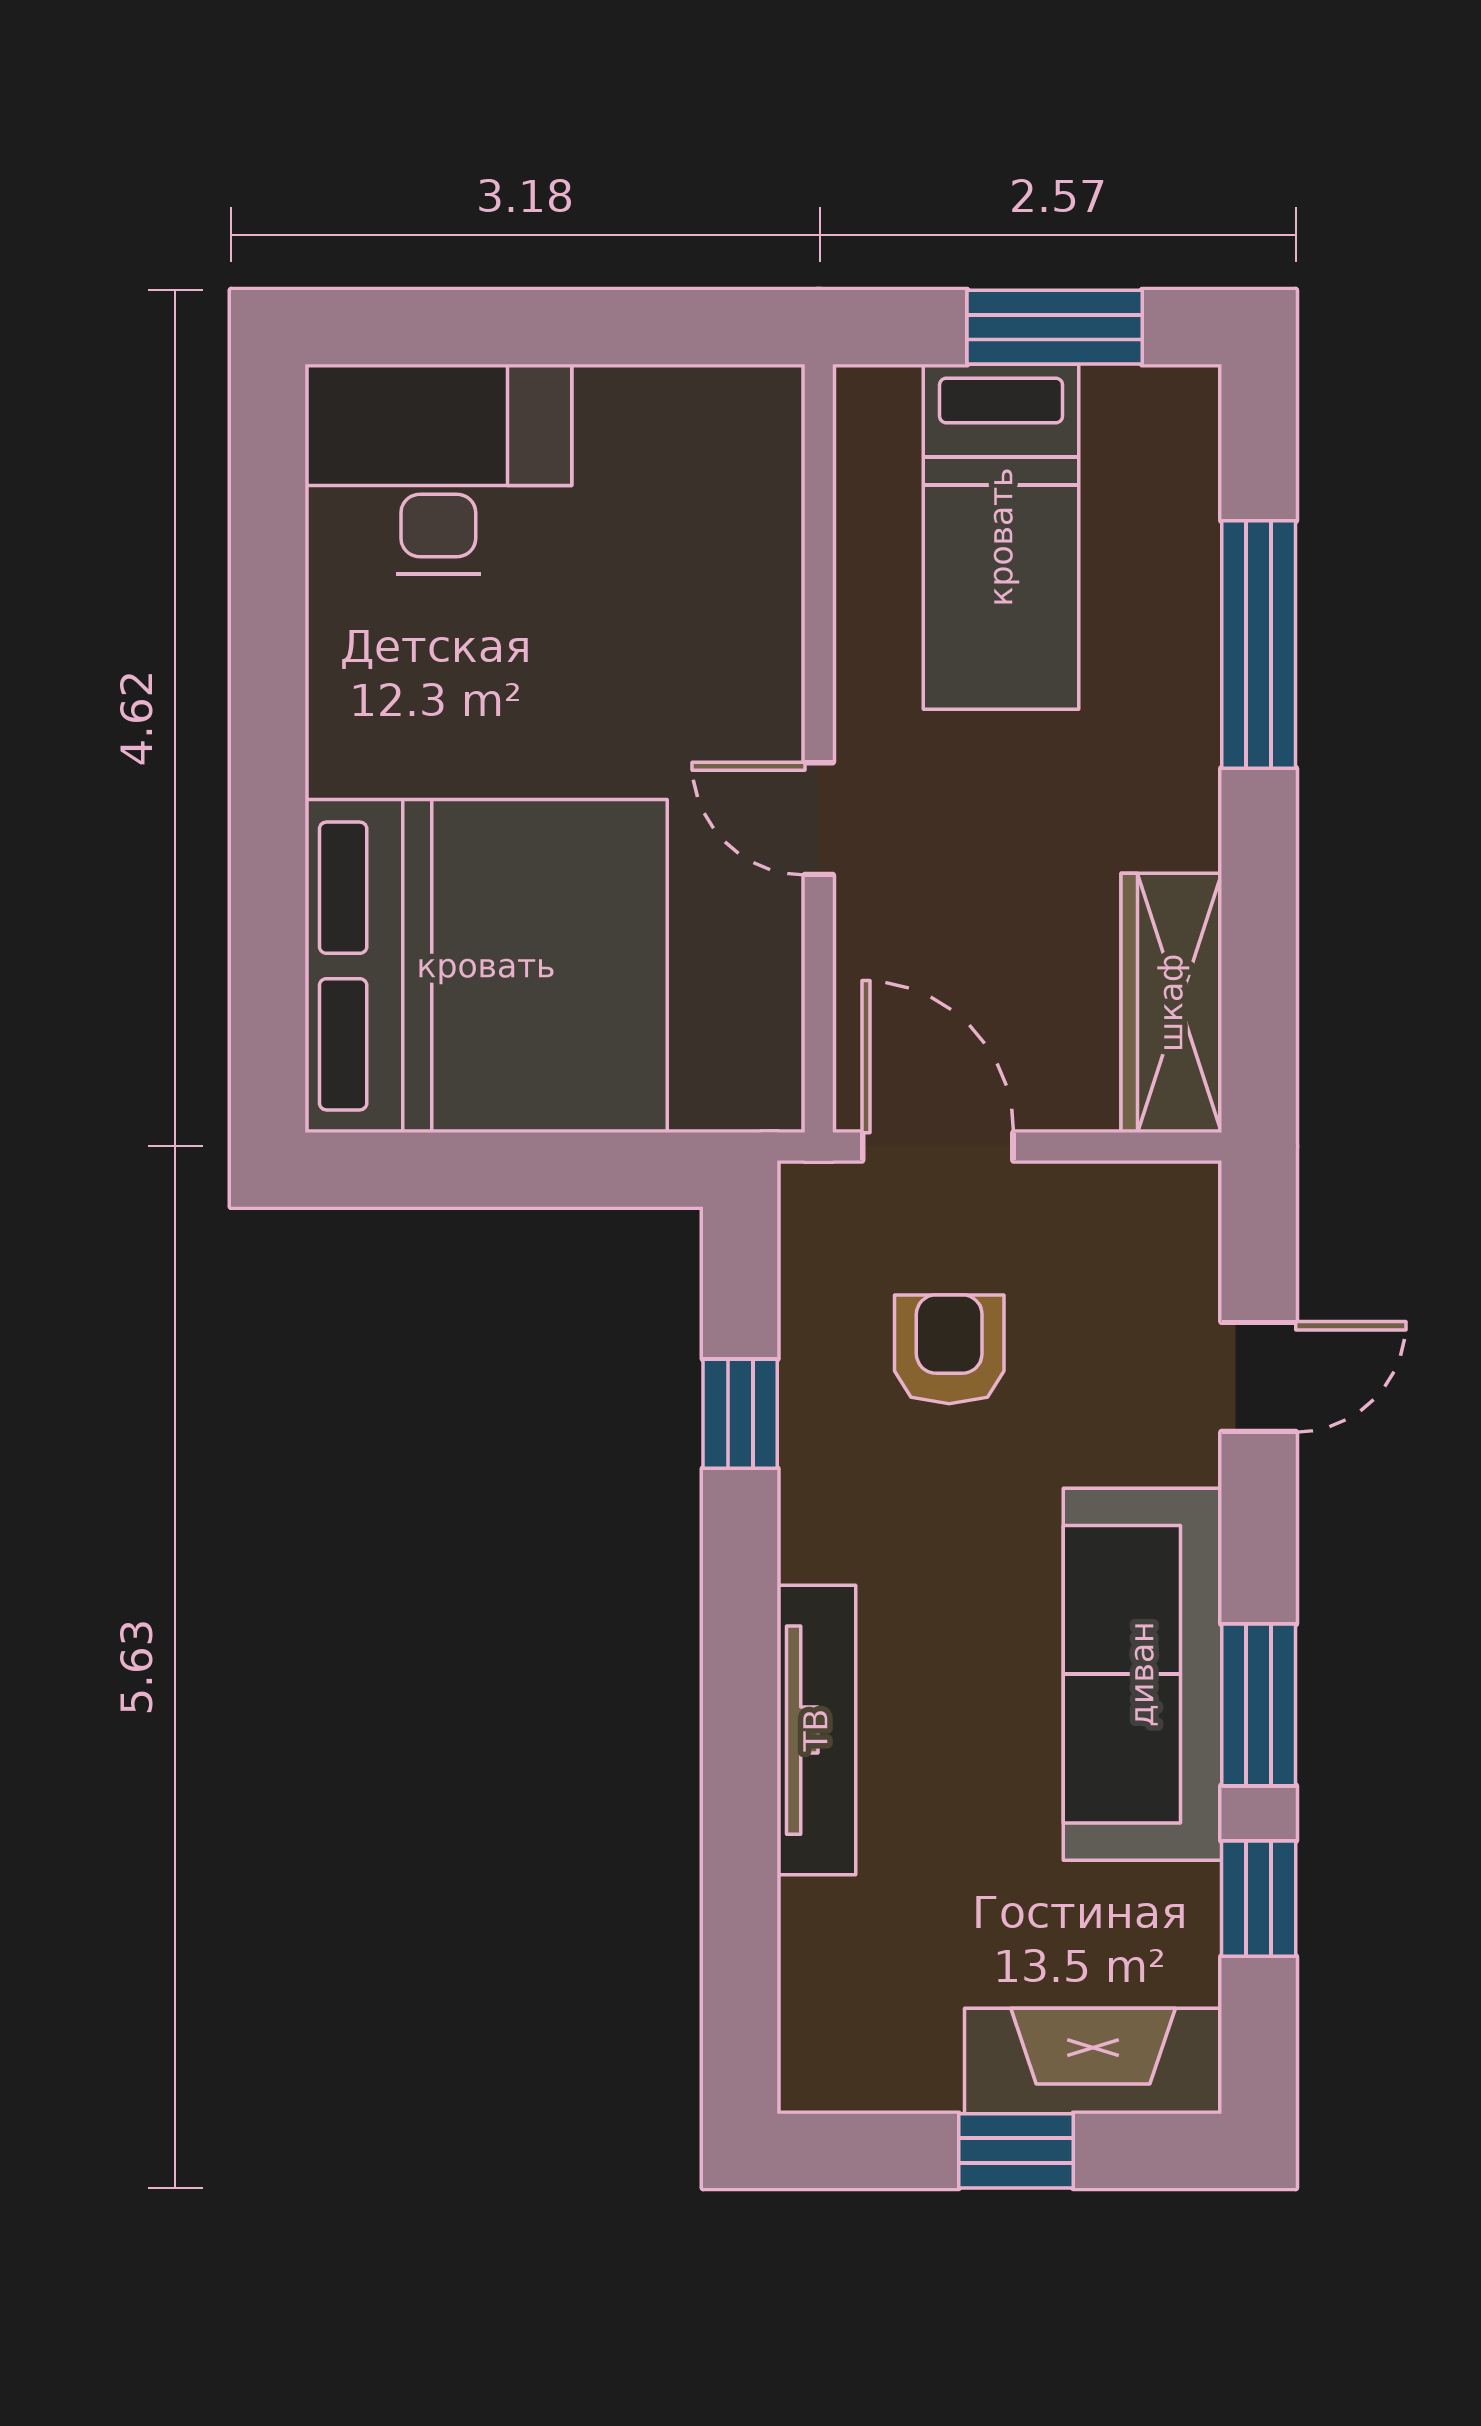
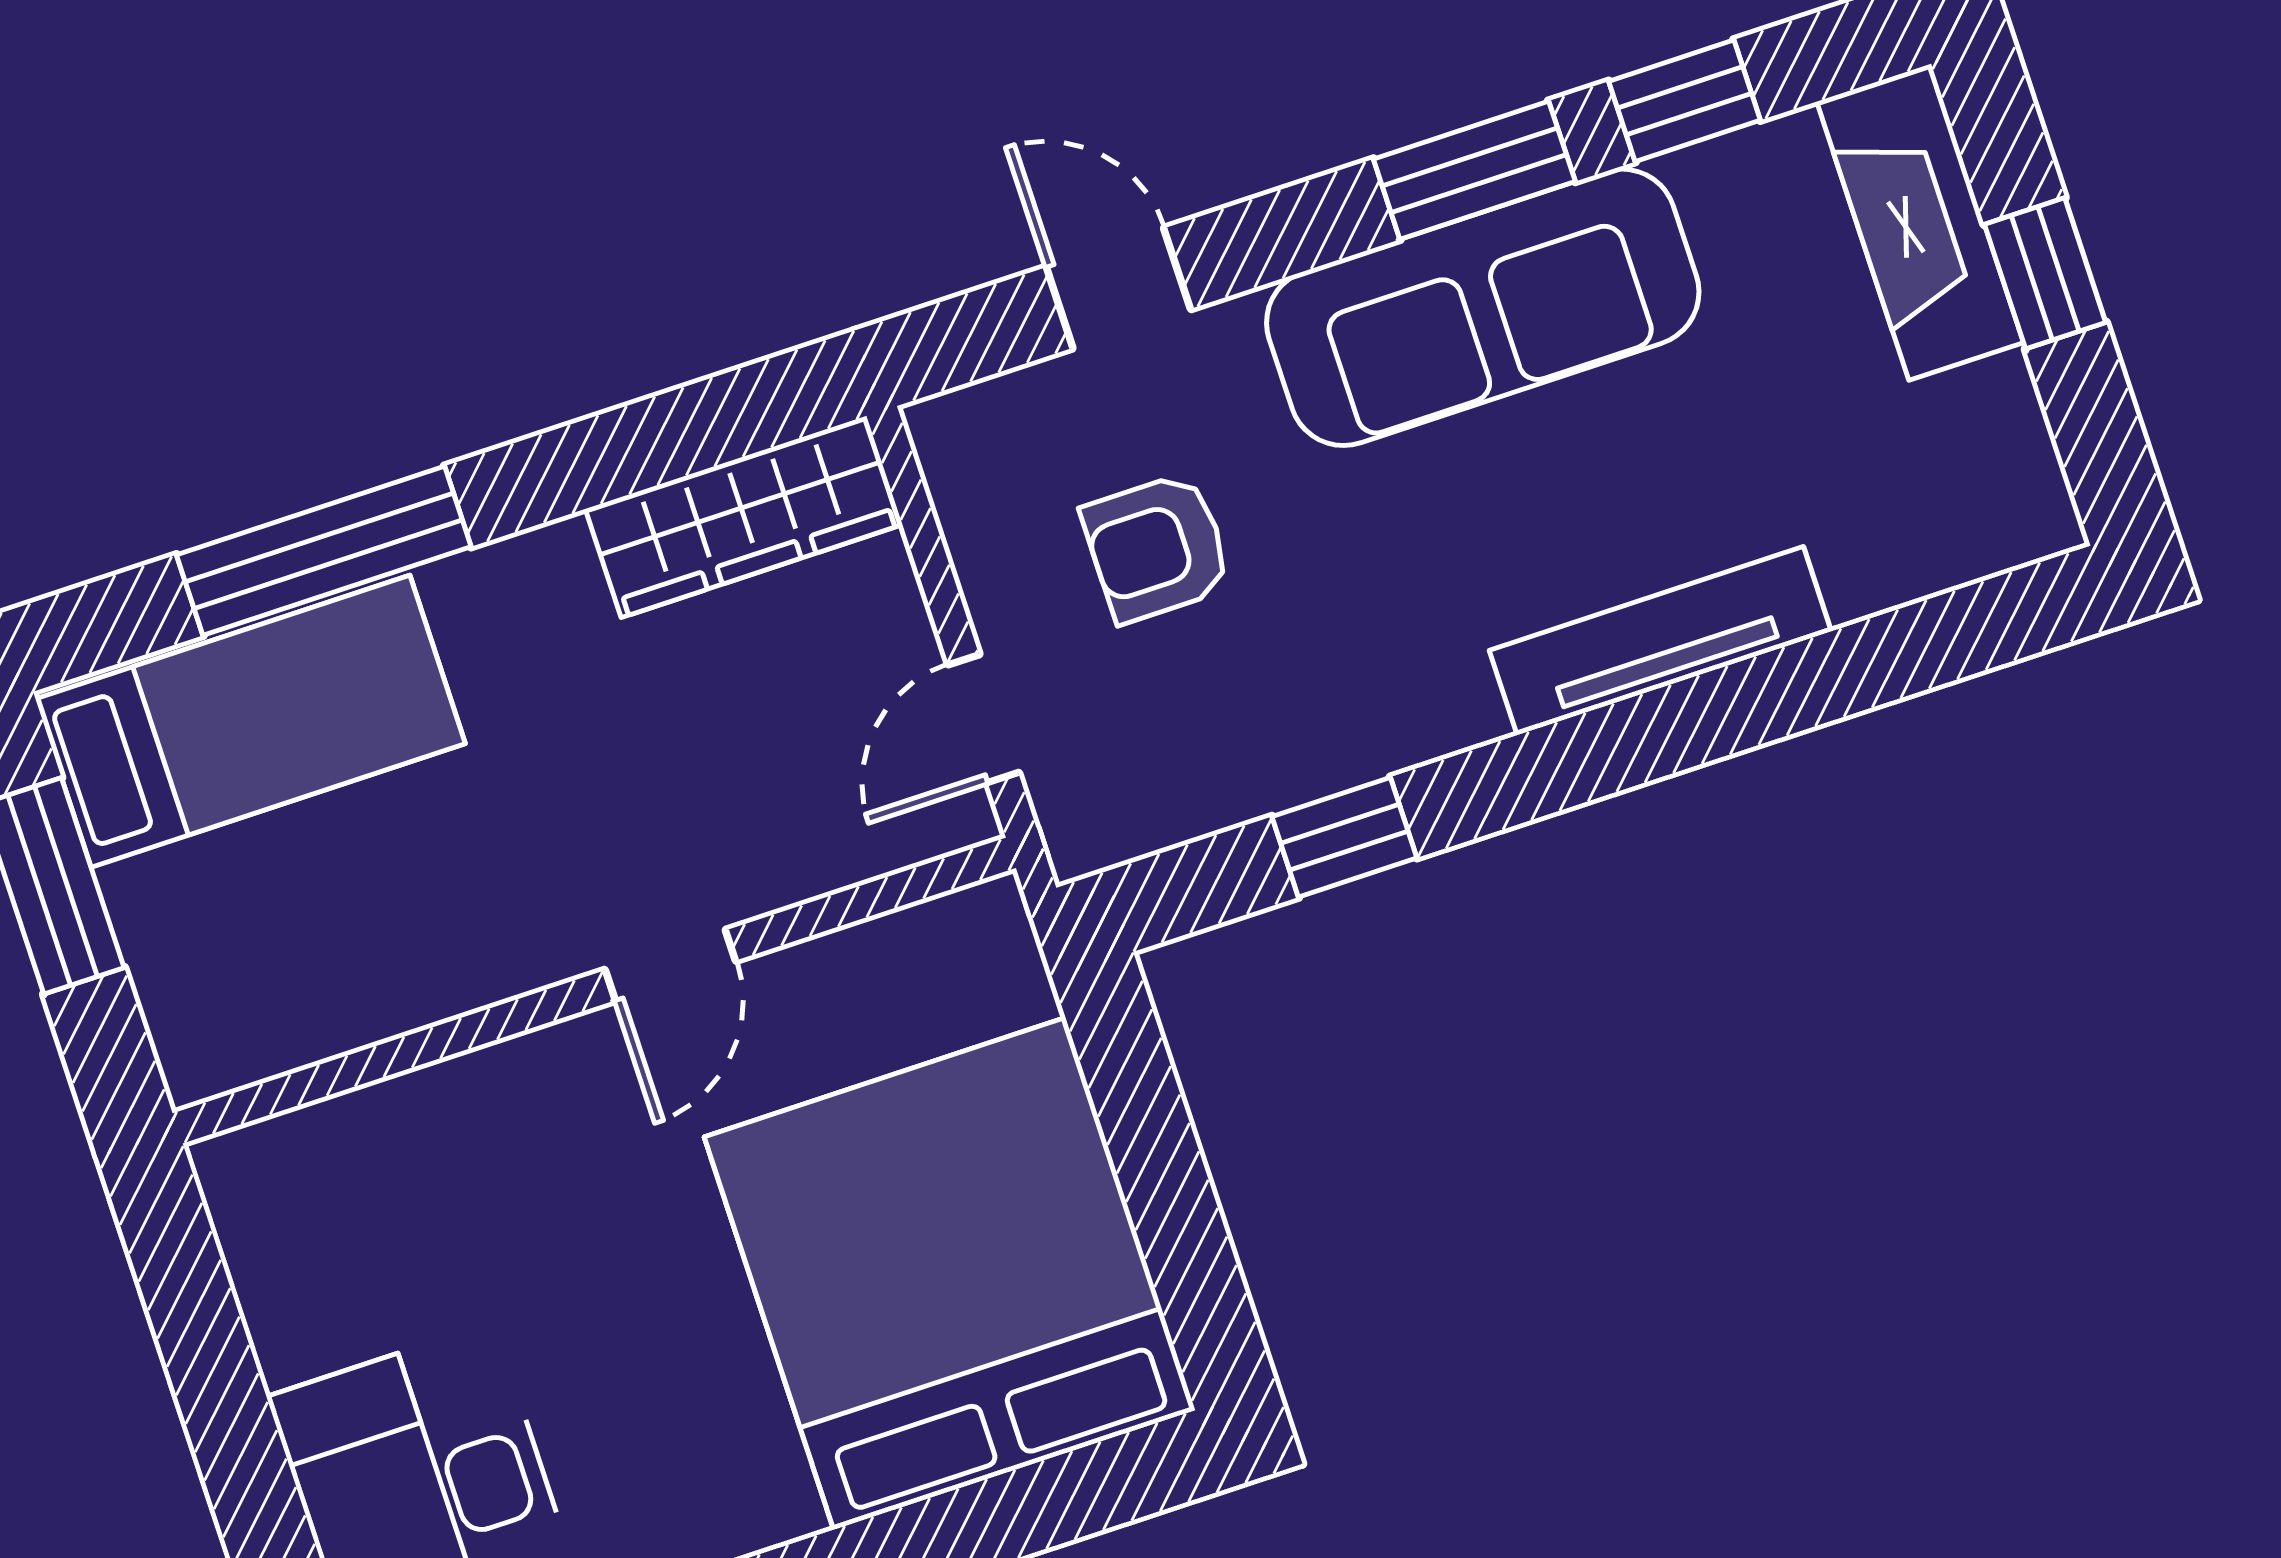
bed: (1001, 537) -> (250, 721), moved
door: (938, 1146) -> (983, 719), width x0.73
armchair: (949, 1349) -> (1157, 548), moved

